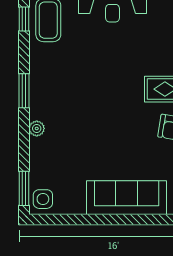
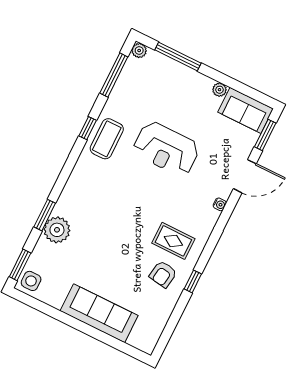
window: (24, 91) -> (45, 215), moved
plant: (37, 128) -> (57, 230), width x1.88, depth x1.88

